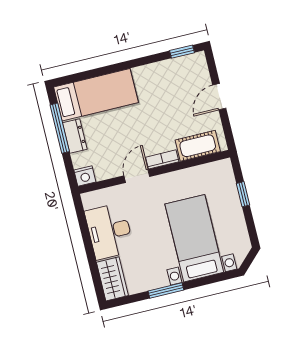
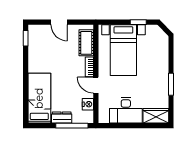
window: (60, 128) -> (72, 126), moved
nightstand: (85, 176) -> (88, 104), moved
window: (243, 194) -> (138, 22), moved
bed with nightstands: (194, 238) -> (123, 50), moved, turned -90

